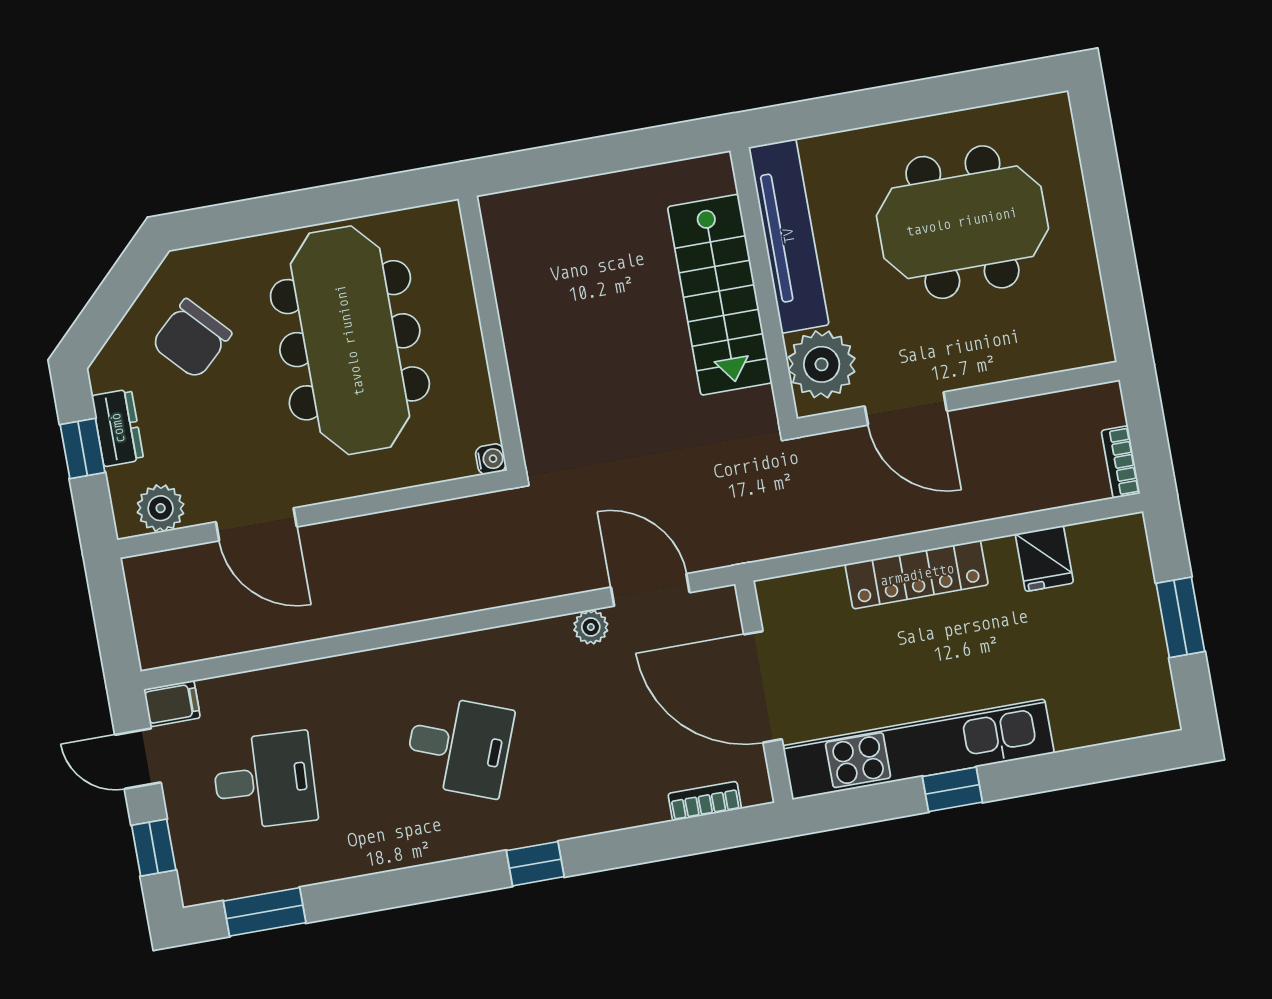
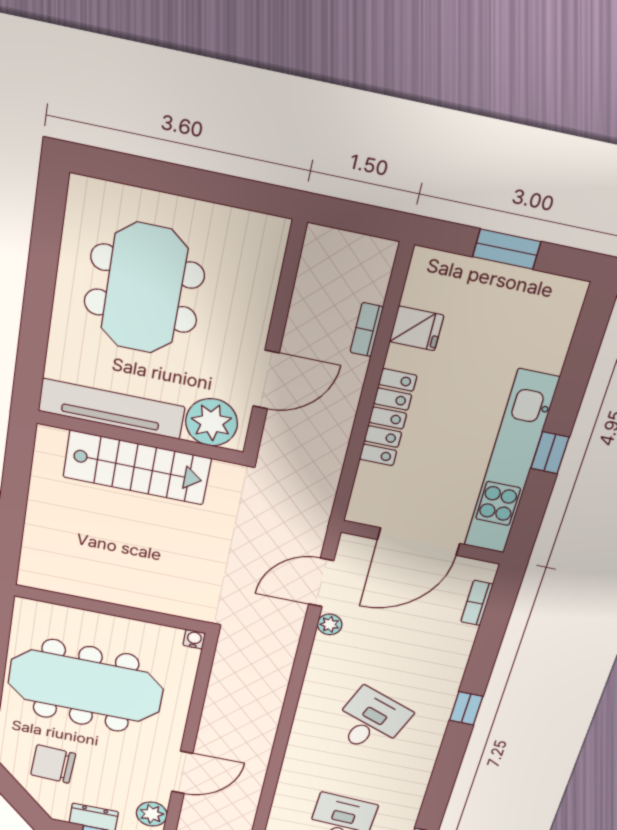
chair: (192, 339) -> (53, 764), turned 136
bookcase: (1121, 462) -> (367, 330), moved, turned 90

